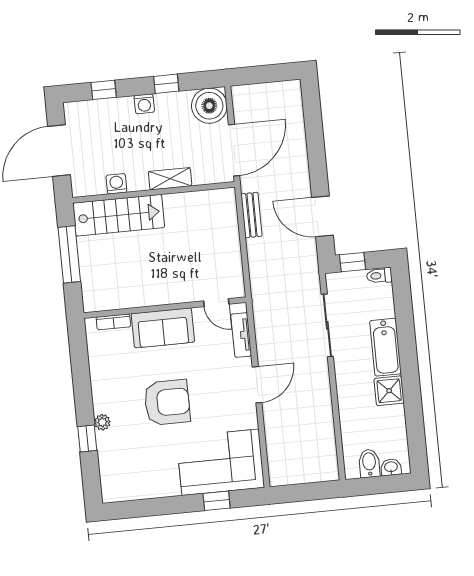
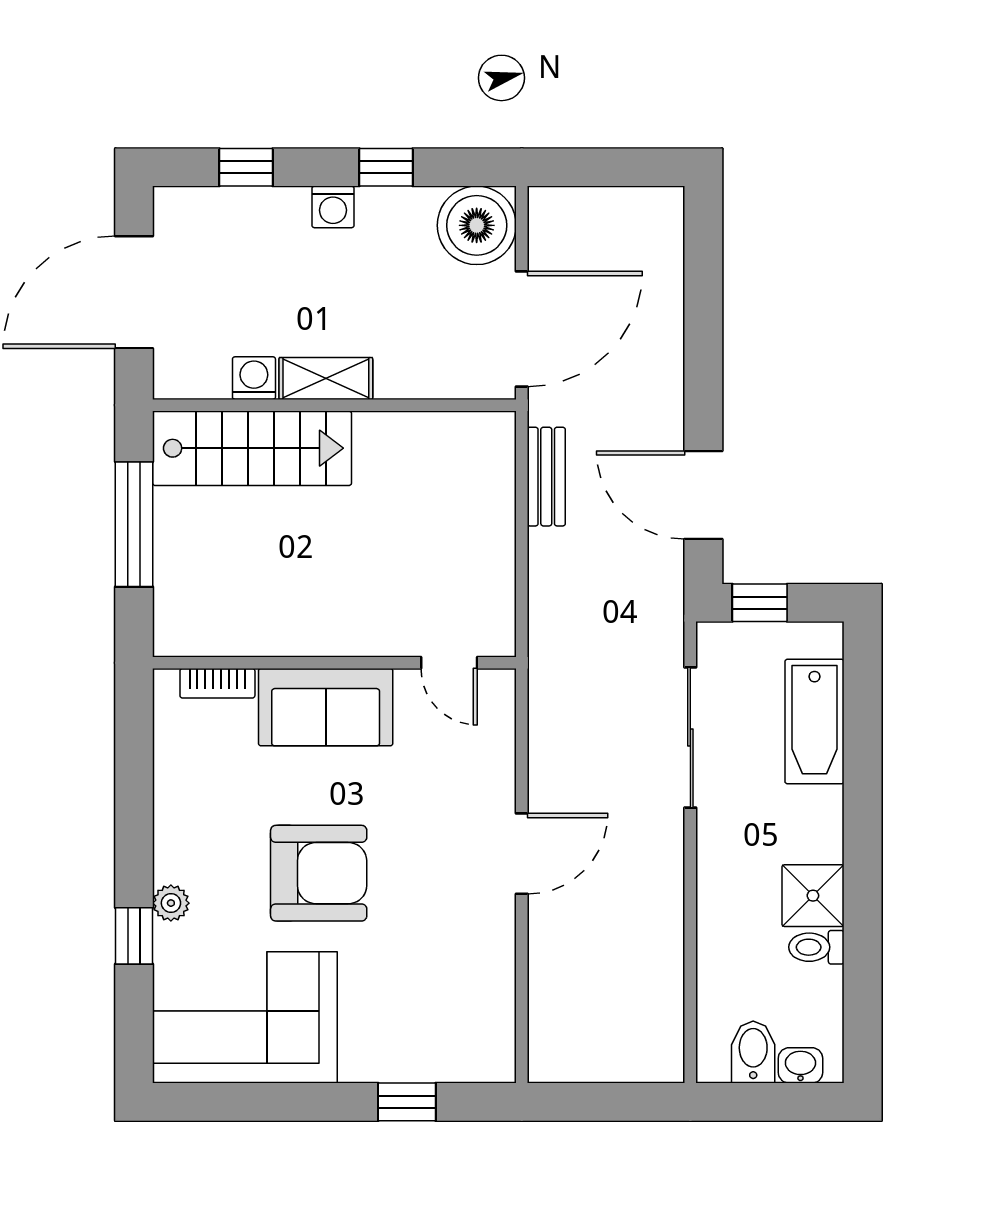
shelving: (170, 179) -> (326, 379), moved
toilet: (379, 276) -> (816, 947), moved
tv unit: (241, 335) -> (497, 740), removed
bathtub: (386, 347) -> (814, 722), moved
corner sofa: (220, 462) -> (245, 1017), moved

